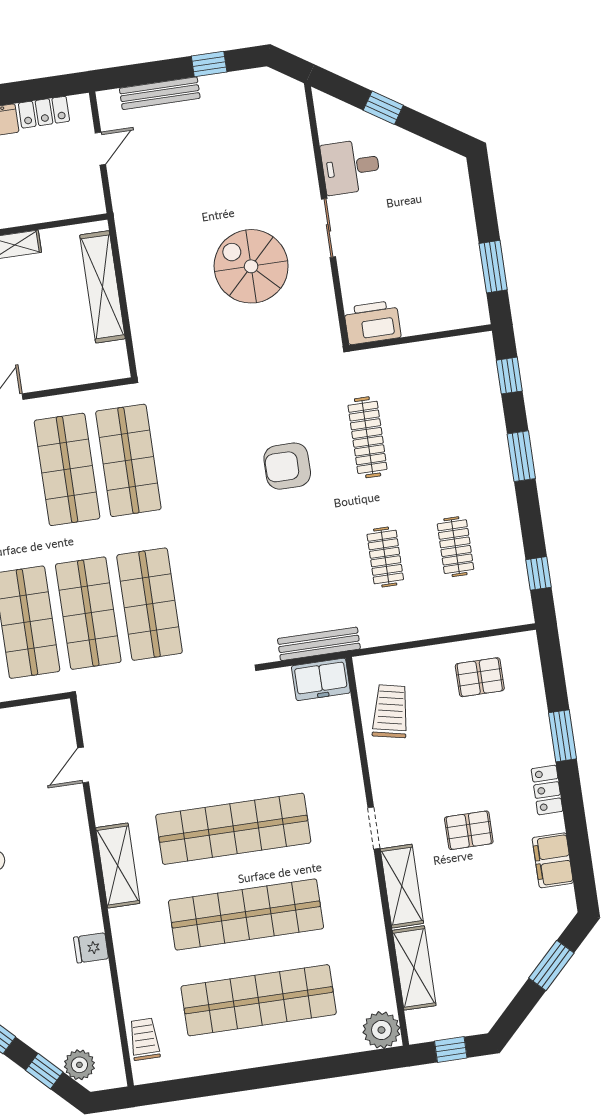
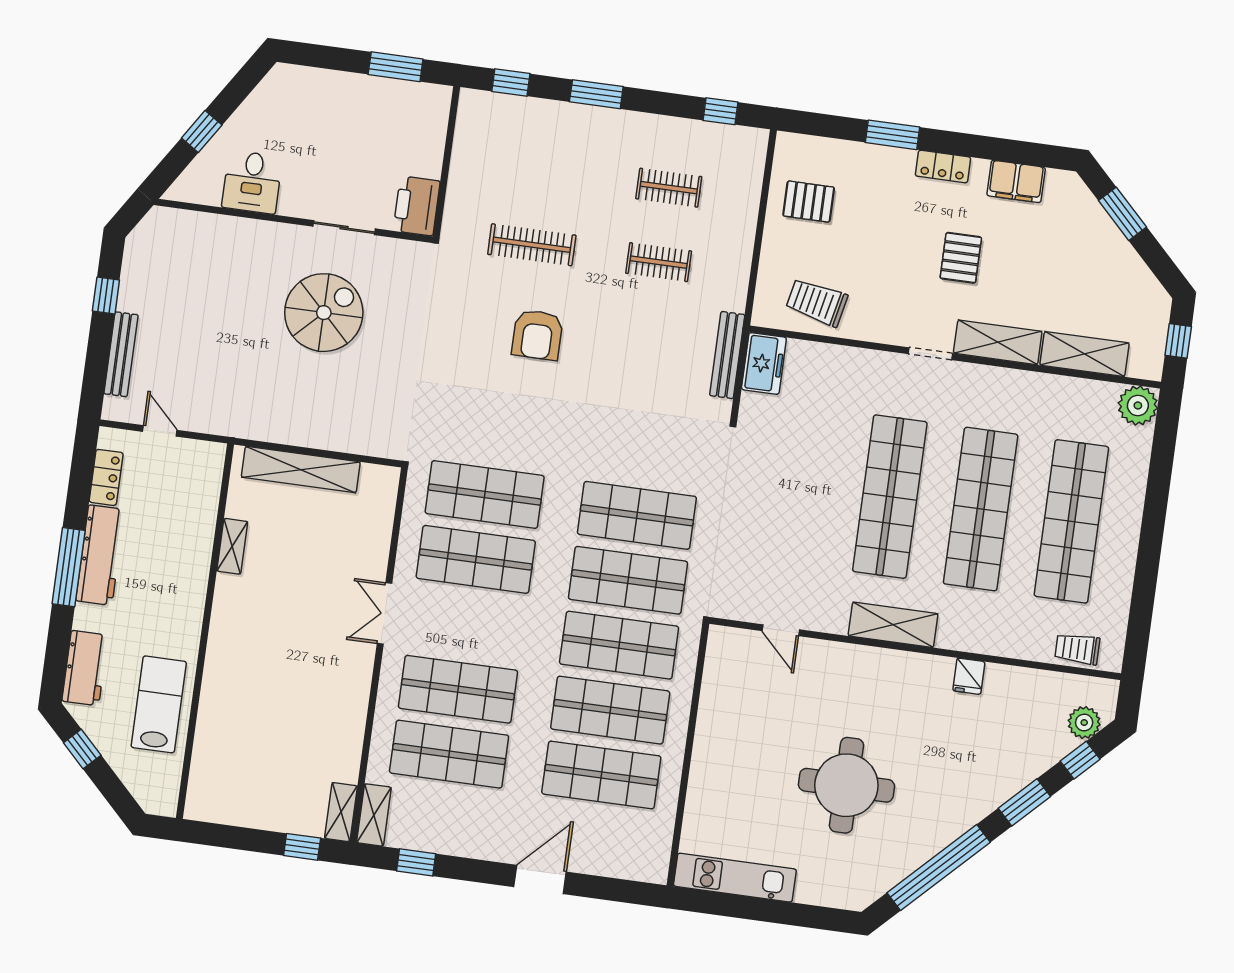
sliding door: (328, 228) -> (344, 228), moved
spiral stairs: (251, 266) -> (324, 313), turned 180
pallet: (480, 677) -> (809, 202), turned 90

